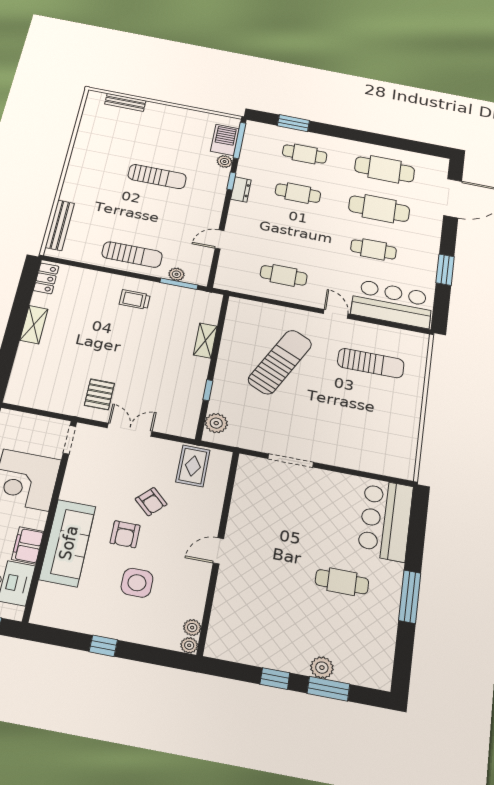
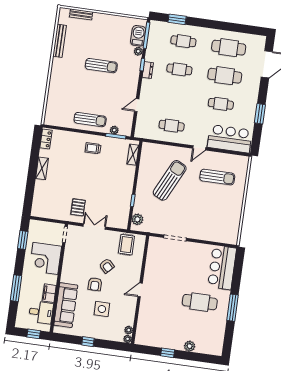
bench: (60, 225) -> (60, 41), moved
door: (336, 314) -> (199, 148), swing flipped
shelving: (205, 340) -> (133, 155), moved
sofa: (68, 543) -> (66, 305), moved
cafe table: (342, 582) -> (200, 302), width x1.37, depth x1.35
window: (328, 689) -> (193, 356), removed

